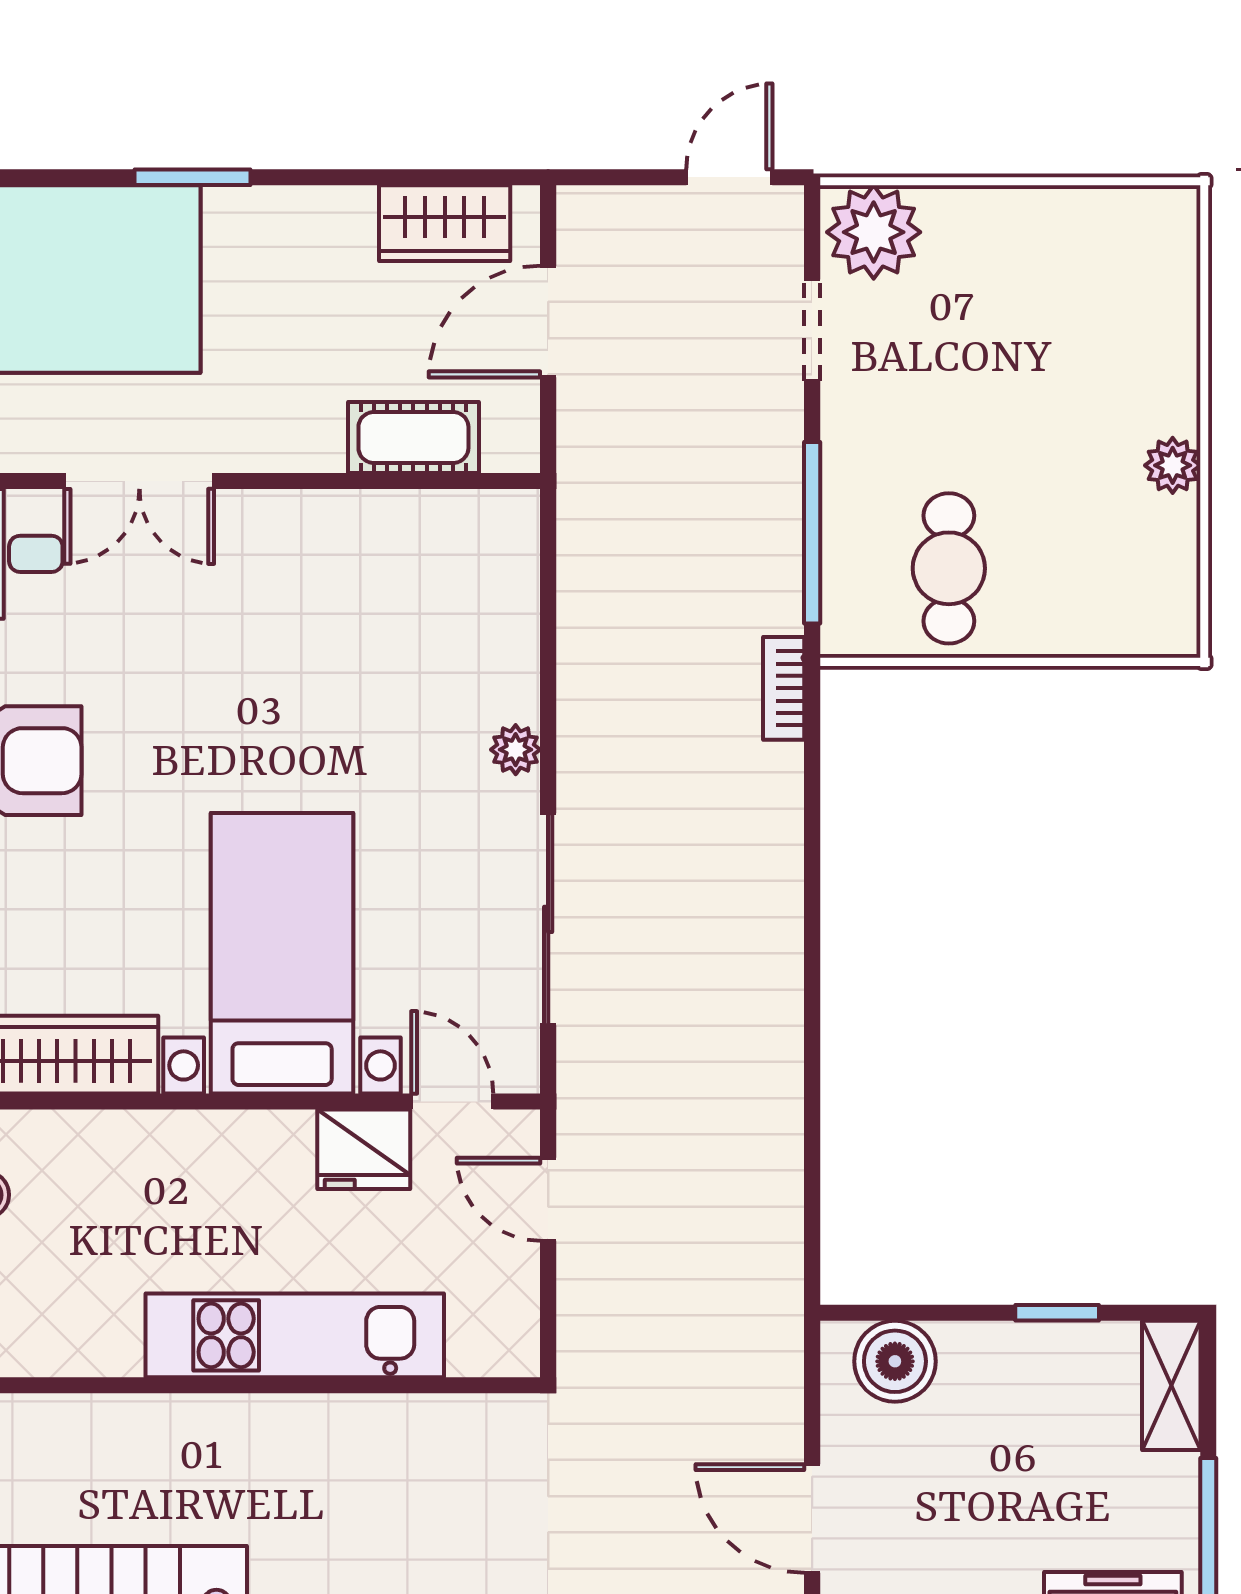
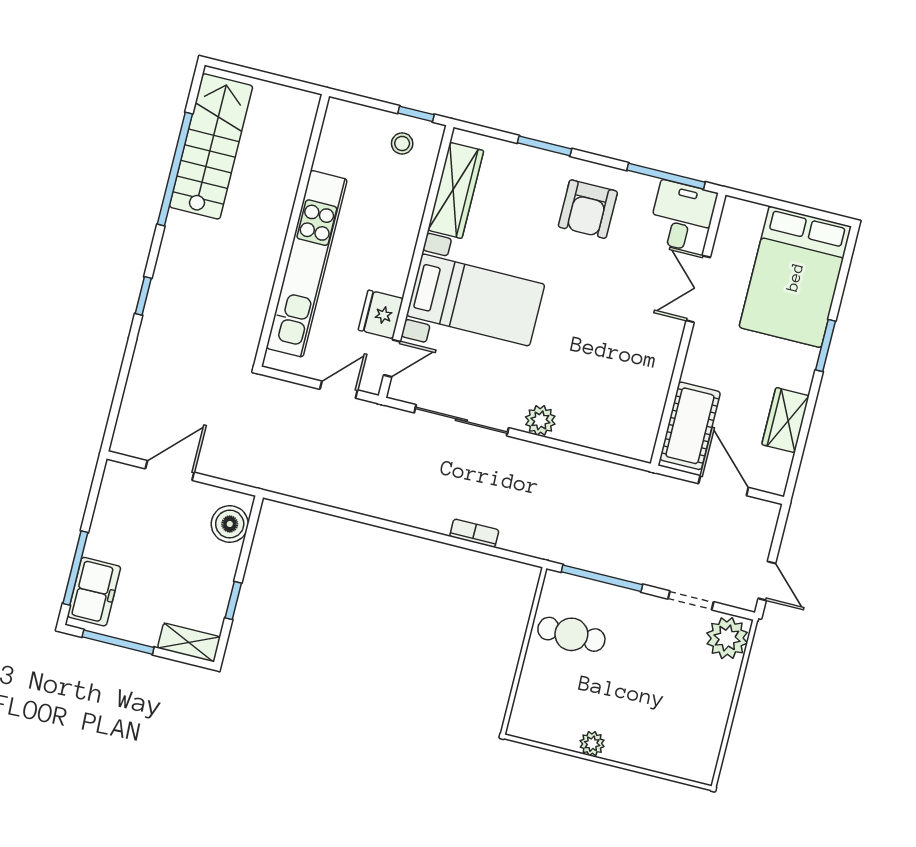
wardrobe: (445, 223) -> (786, 420), moved
cot: (413, 437) -> (690, 426), width x1.37, depth x1.34
bookcase: (784, 688) -> (474, 533), moved
plant: (516, 750) -> (540, 420), width x1.38, depth x1.38
kitchen unit: (295, 1335) -> (307, 264), width x1.36

